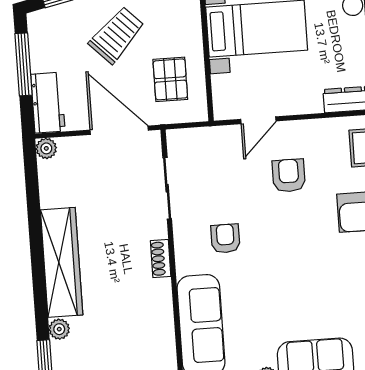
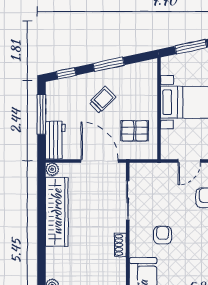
trolley: (117, 35) -> (102, 100), width x0.73, depth x0.72
pallet: (170, 79) -> (135, 131), turned 90
wardrobe: (62, 262) -> (57, 212), moved

